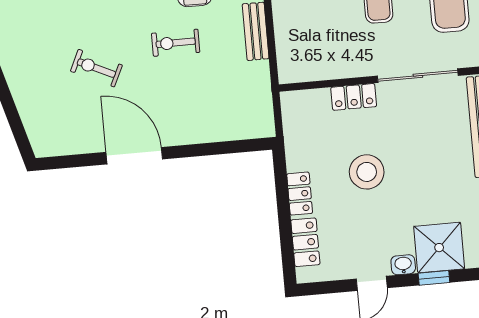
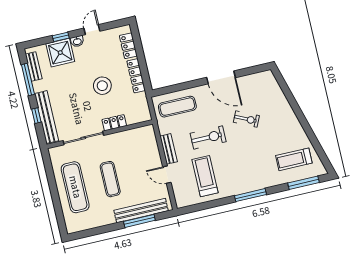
exercise bike: (176, 43) -> (208, 137), width x1.38, depth x1.39
exercise mat: (227, 111) -> (177, 107), added
locker: (300, 194) -> (136, 76), width x1.53

